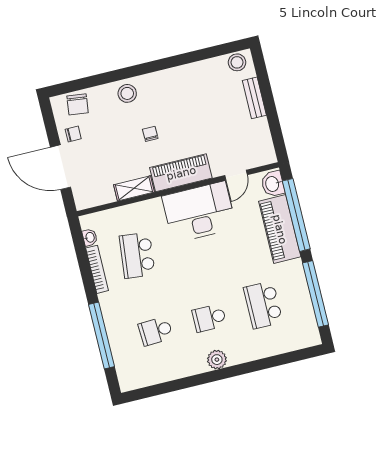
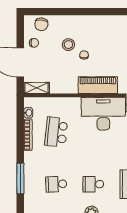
stool: (127, 93) -> (68, 45), moved
shelving: (134, 188) -> (37, 88), moved
window: (102, 336) -> (20, 178), width x0.68

